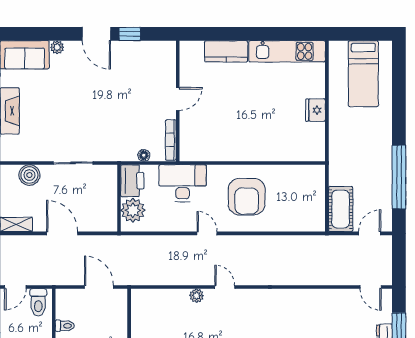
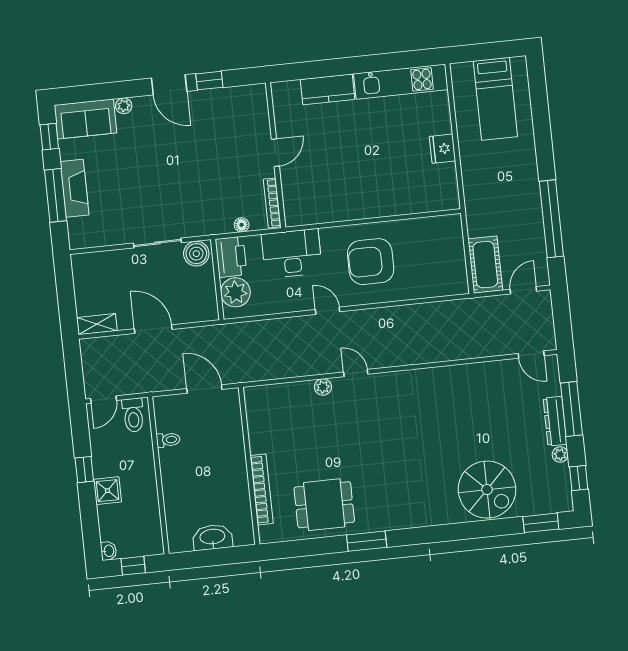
boiler: (29, 175) -> (196, 254), moved
armchair: (247, 197) -> (371, 262), turned 90

